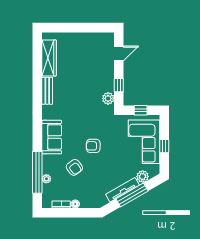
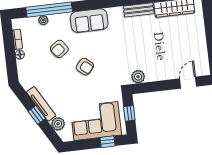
door: (119, 53) -> (188, 83), swing flipped
window: (119, 85) -> (154, 87), removed
armchair: (93, 146) -> (85, 67), turned 129
window: (164, 146) -> (108, 142), moved
window: (132, 195) -> (37, 115), width x0.46

